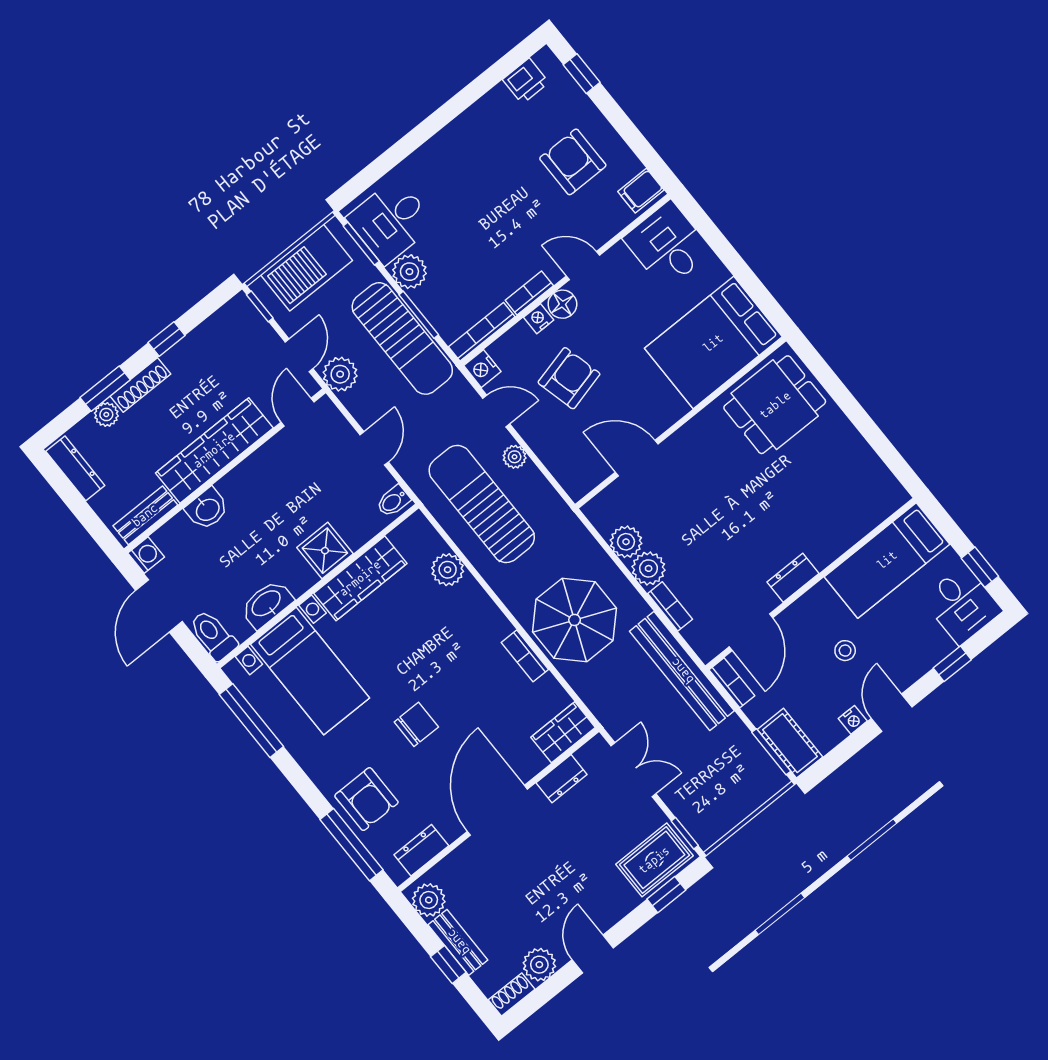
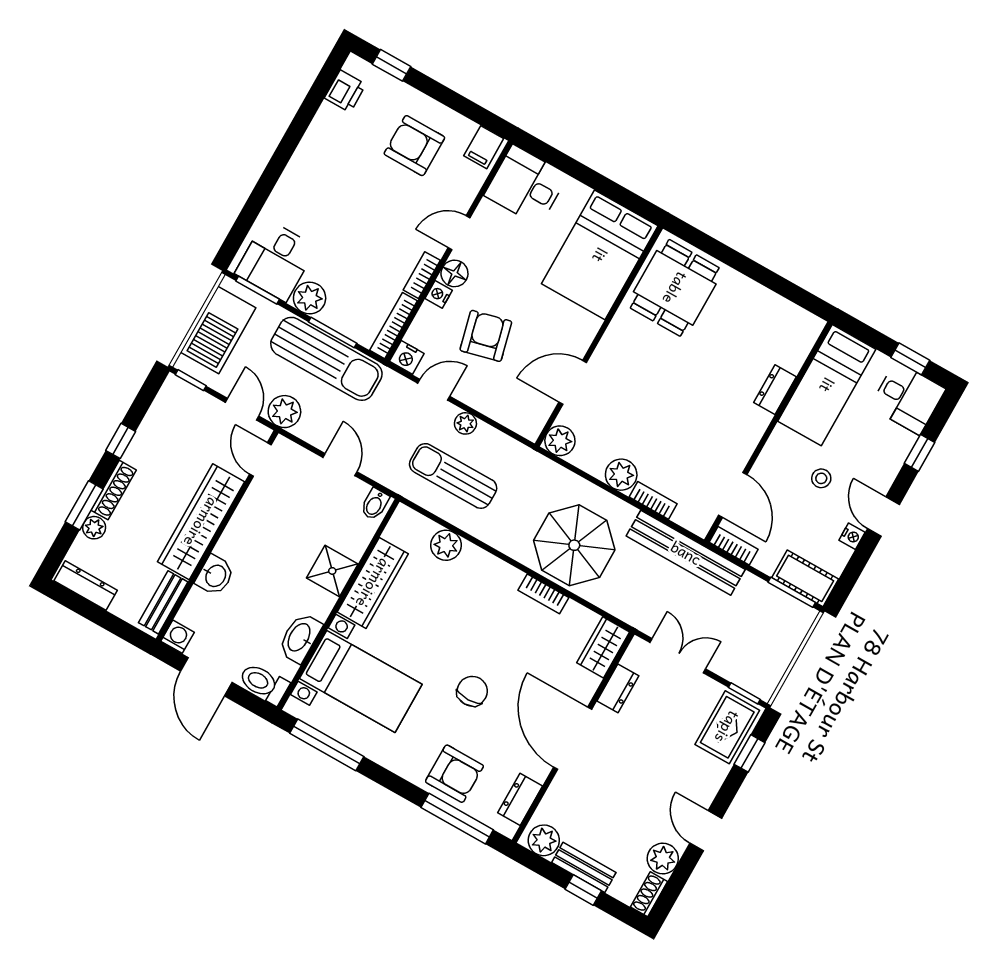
sun lounger: (482, 504) -> (453, 476), width x0.73, depth x0.75
plant: (626, 542) -> (560, 441), moved
dresser: (793, 578) -> (775, 390), moved

